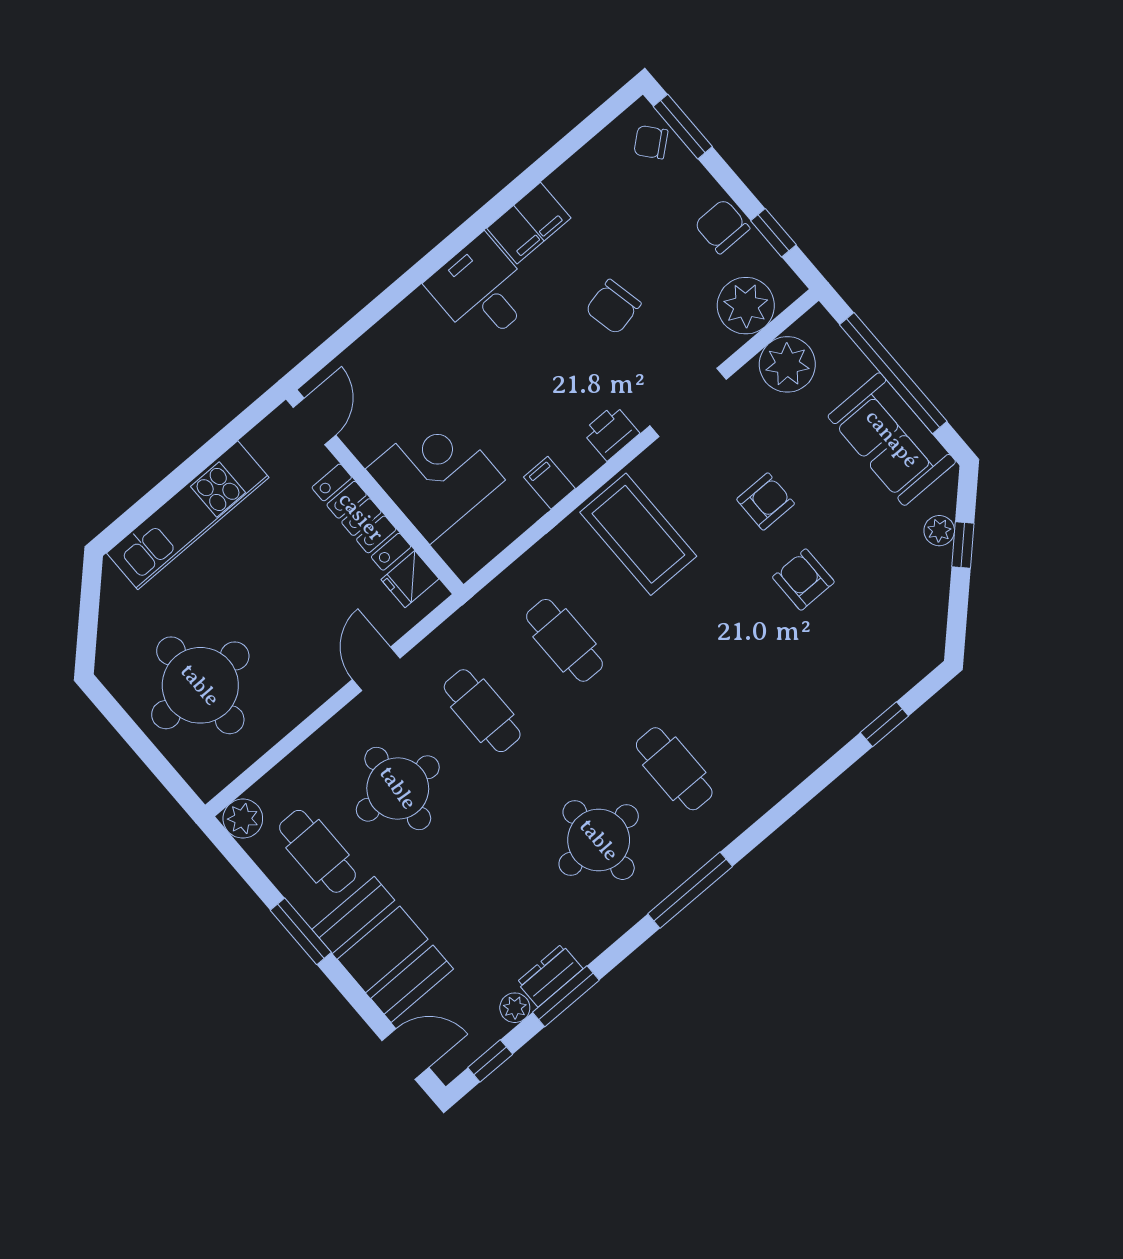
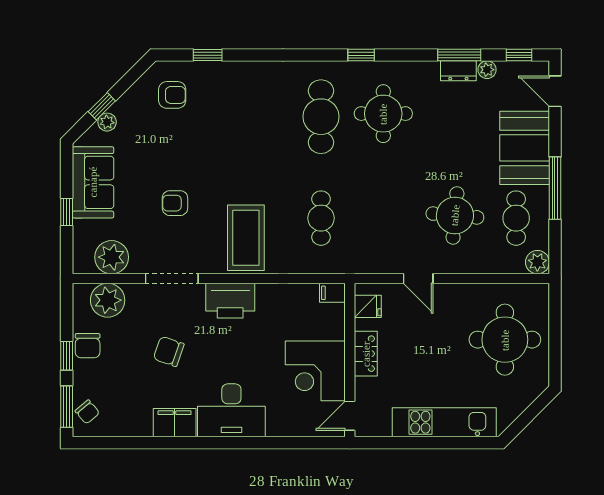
window: (773, 233) -> (67, 356), moved
desk: (482, 290) -> (231, 410), width x1.37
chair: (613, 307) -> (169, 351), turned -149
window: (893, 373) -> (67, 212), width x0.32
printer: (611, 432) -> (230, 301), width x1.87, depth x1.48
corner desk: (435, 475) -> (315, 371), moved
filing cabinet: (549, 483) -> (332, 293), moved, turned 90
locker: (361, 517) -> (366, 354), width x0.66
armchair: (803, 580) -> (172, 95), moved, turned -90
door: (376, 669) -> (418, 279), hinge flipped
cafe table: (482, 711) -> (386, 218), removed
cafe table: (674, 769) -> (321, 117), width x1.37, depth x1.35
window: (690, 890) -> (361, 55), width x0.46
window: (301, 931) -> (555, 188), width x1.44

